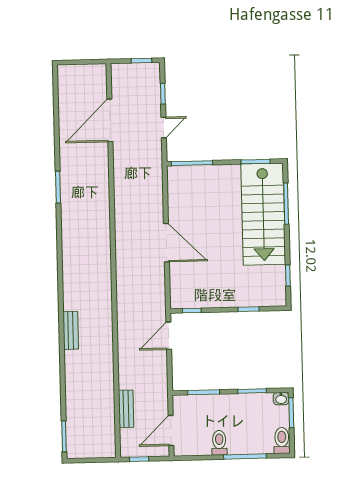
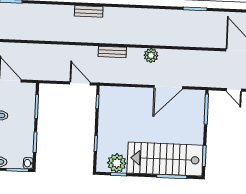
plant: (125, 242) -> (151, 55), added
door: (166, 243) -> (168, 87), moved
plant: (273, 279) -> (117, 163), added
bench: (126, 409) -> (112, 52), moved

